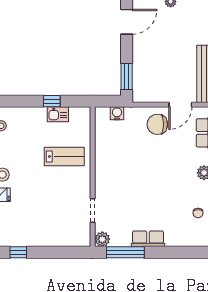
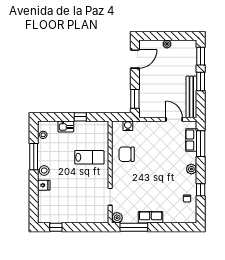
door: (180, 105) -> (174, 119), swing flipped
kitchen sink: (58, 114) -> (66, 126), moved
chair: (157, 124) -> (127, 154), moved

